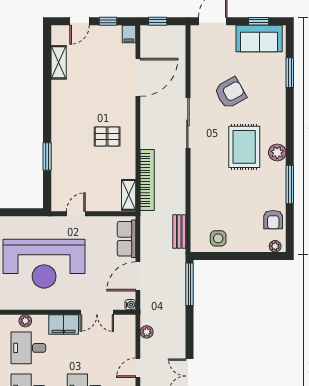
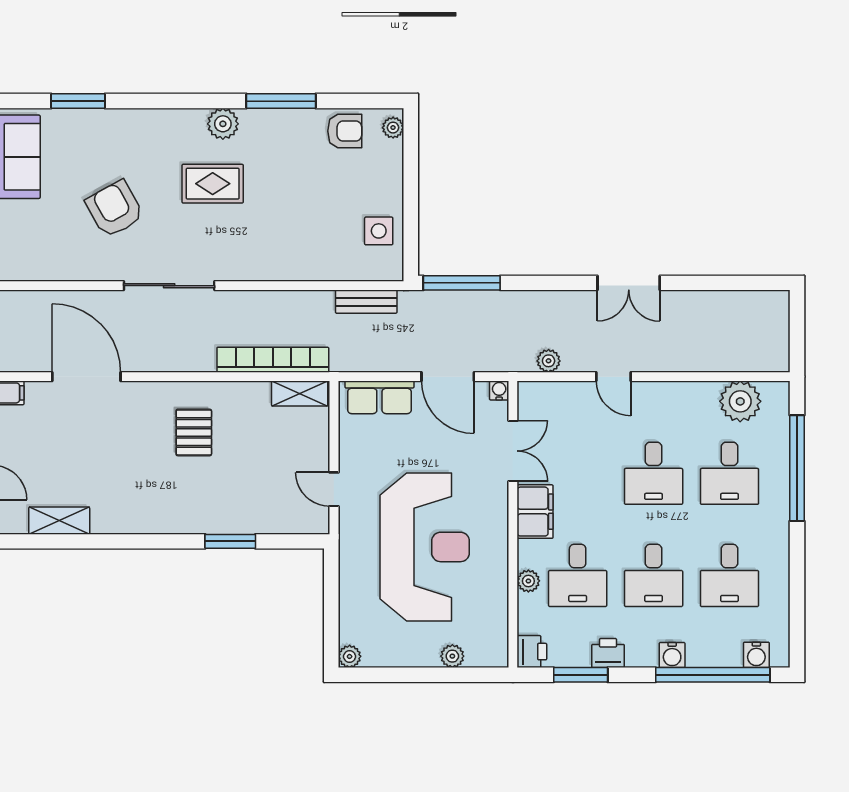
rug: (244, 147) -> (213, 184), width x0.73, depth x0.70

